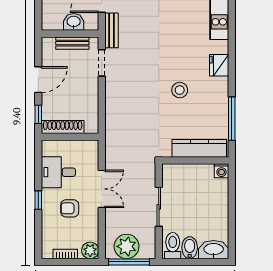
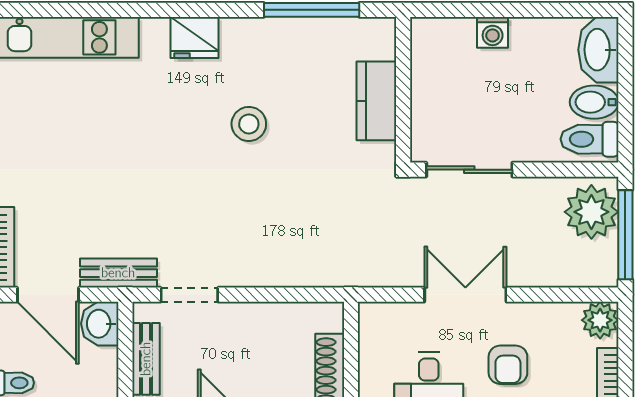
washbasin: (74, 22) -> (100, 324), moved
kitchen counter: (199, 148) -> (376, 101), width x0.67
washing machine: (222, 171) -> (493, 32), moved, turned 90
sliding door: (159, 207) -> (469, 170), moved
plant: (127, 246) -> (591, 212), moved

